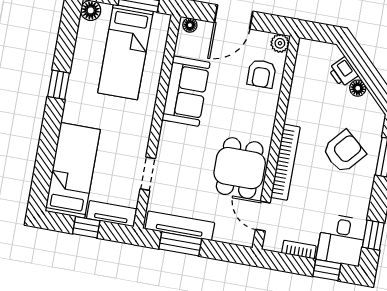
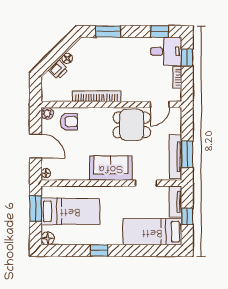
sofa: (186, 91) -> (111, 168), moved
armchair: (344, 152) -> (109, 60), removed
bookcase: (285, 162) -> (97, 96), moved

